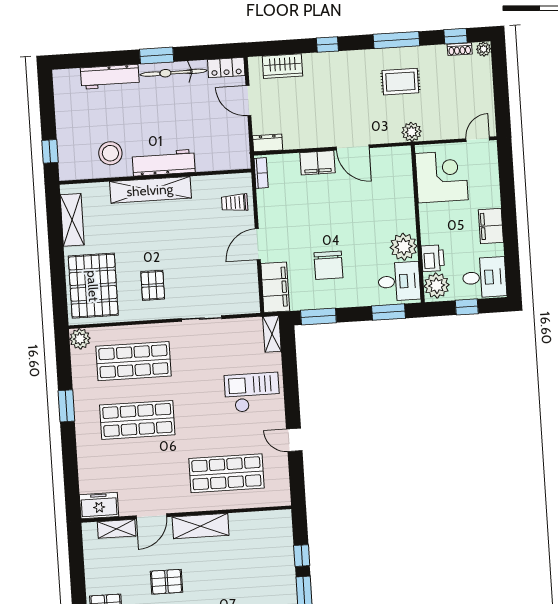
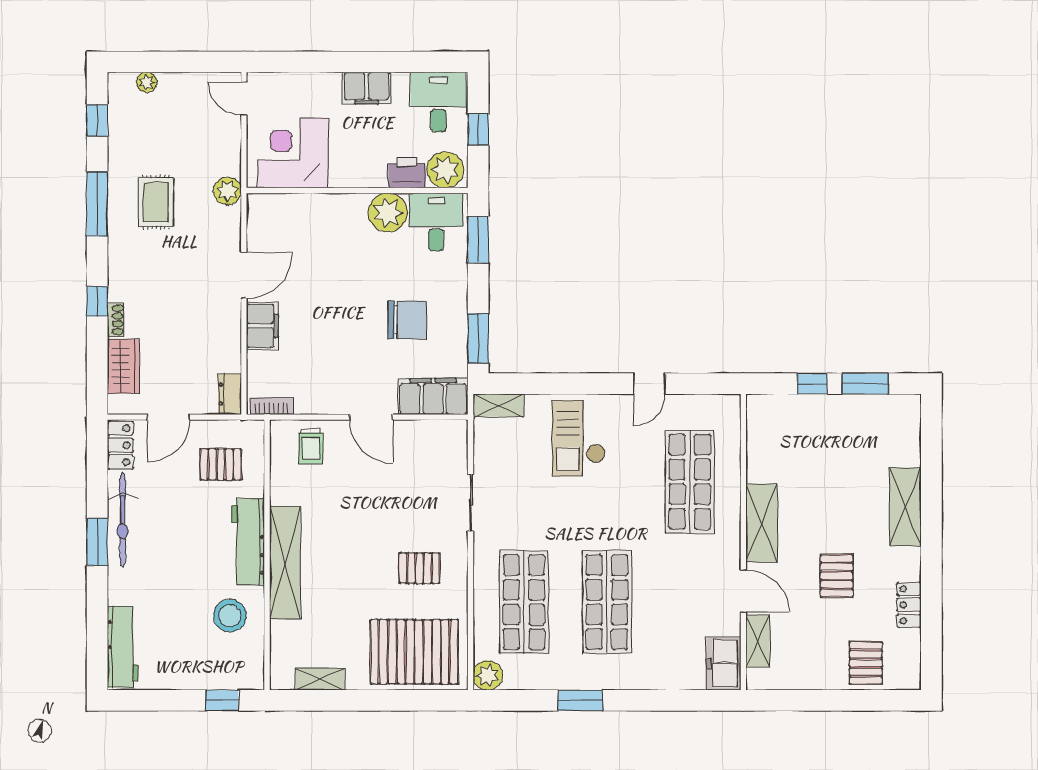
shoe rack: (460, 49) -> (116, 320), moved
plant: (484, 49) -> (147, 82), moved
workbench: (110, 77) -> (123, 647), moved
pallet: (217, 140) -> (221, 464), added
shelving: (72, 220) -> (320, 679), width x0.67, depth x0.75

